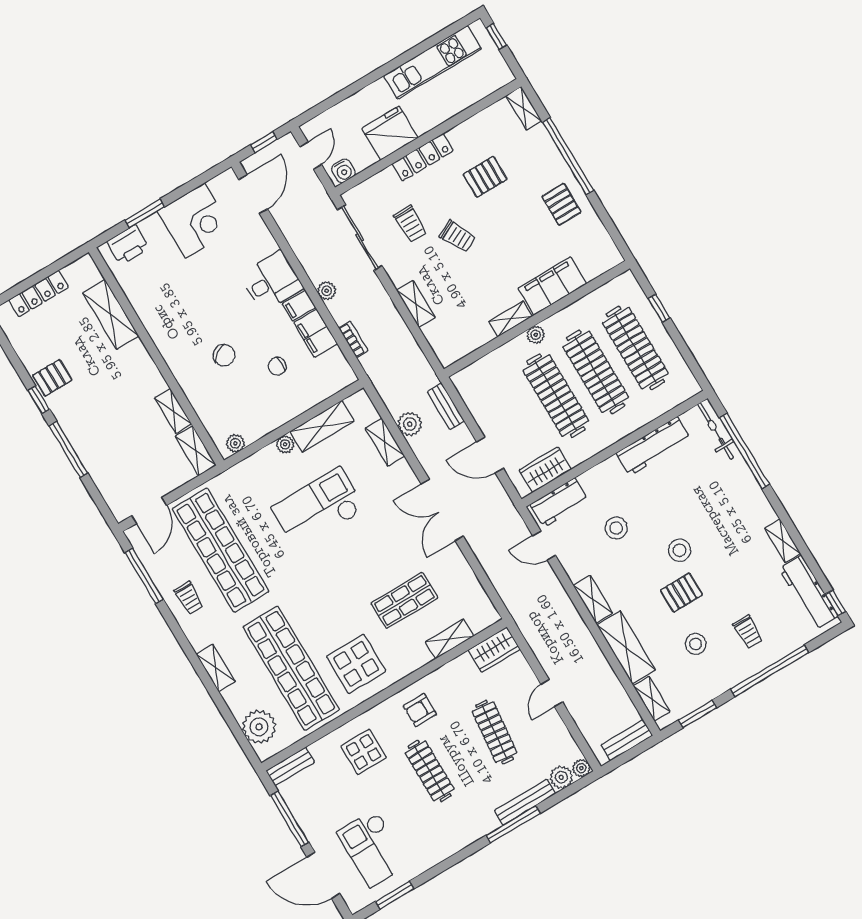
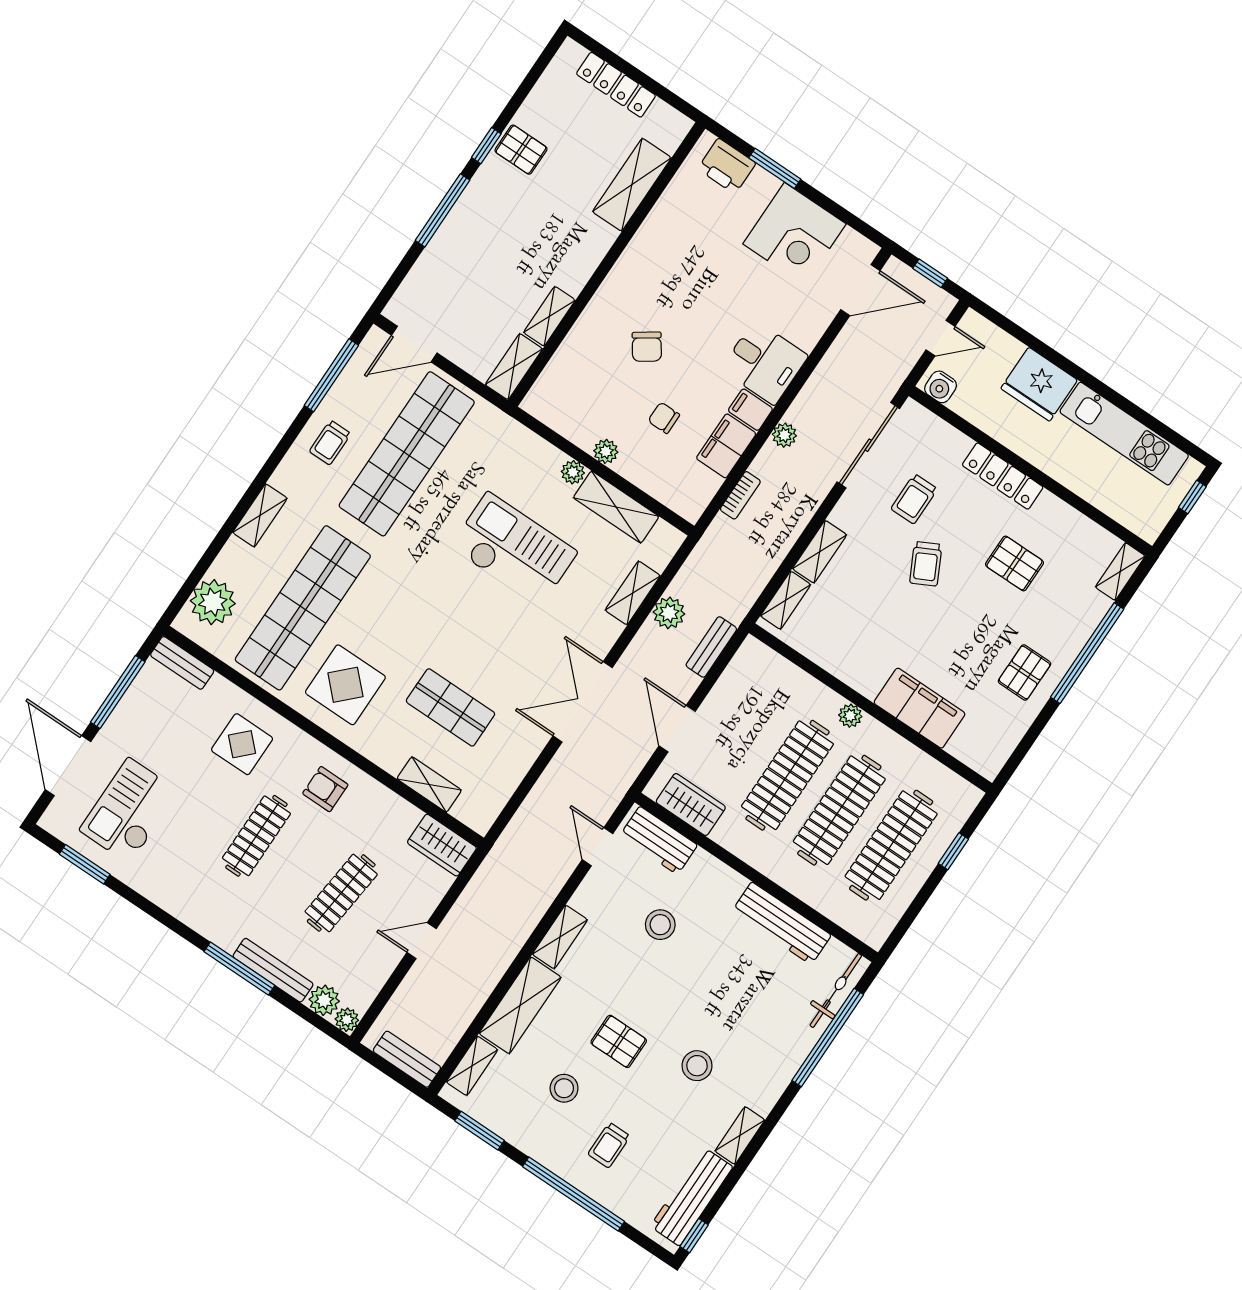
fridge: (390, 133) -> (1039, 384), moved, turned 180
shelving: (511, 319) -> (786, 600), moved, turned 90
plant: (235, 443) -> (606, 451), moved
stool: (679, 550) -> (697, 1066), moved

